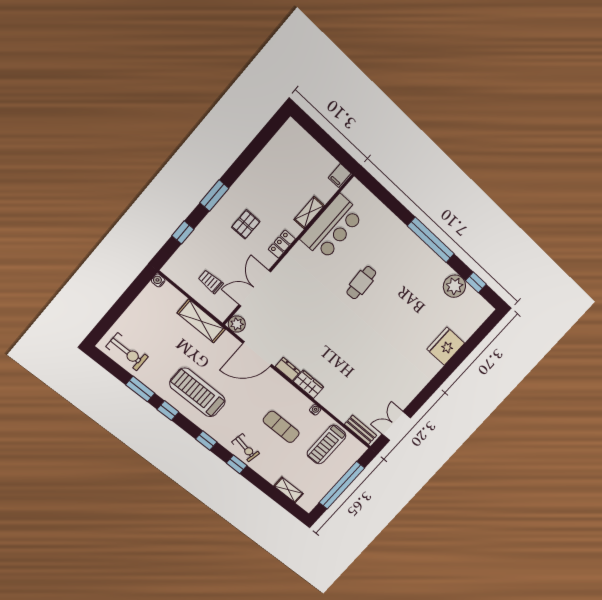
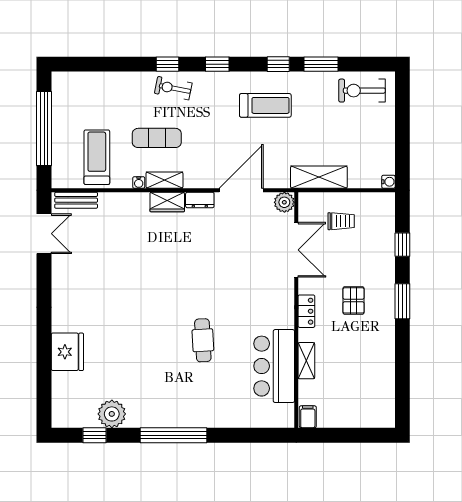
treadmill: (198, 392) -> (265, 105), width x0.73, depth x0.73
shelving: (289, 490) -> (164, 180), moved

